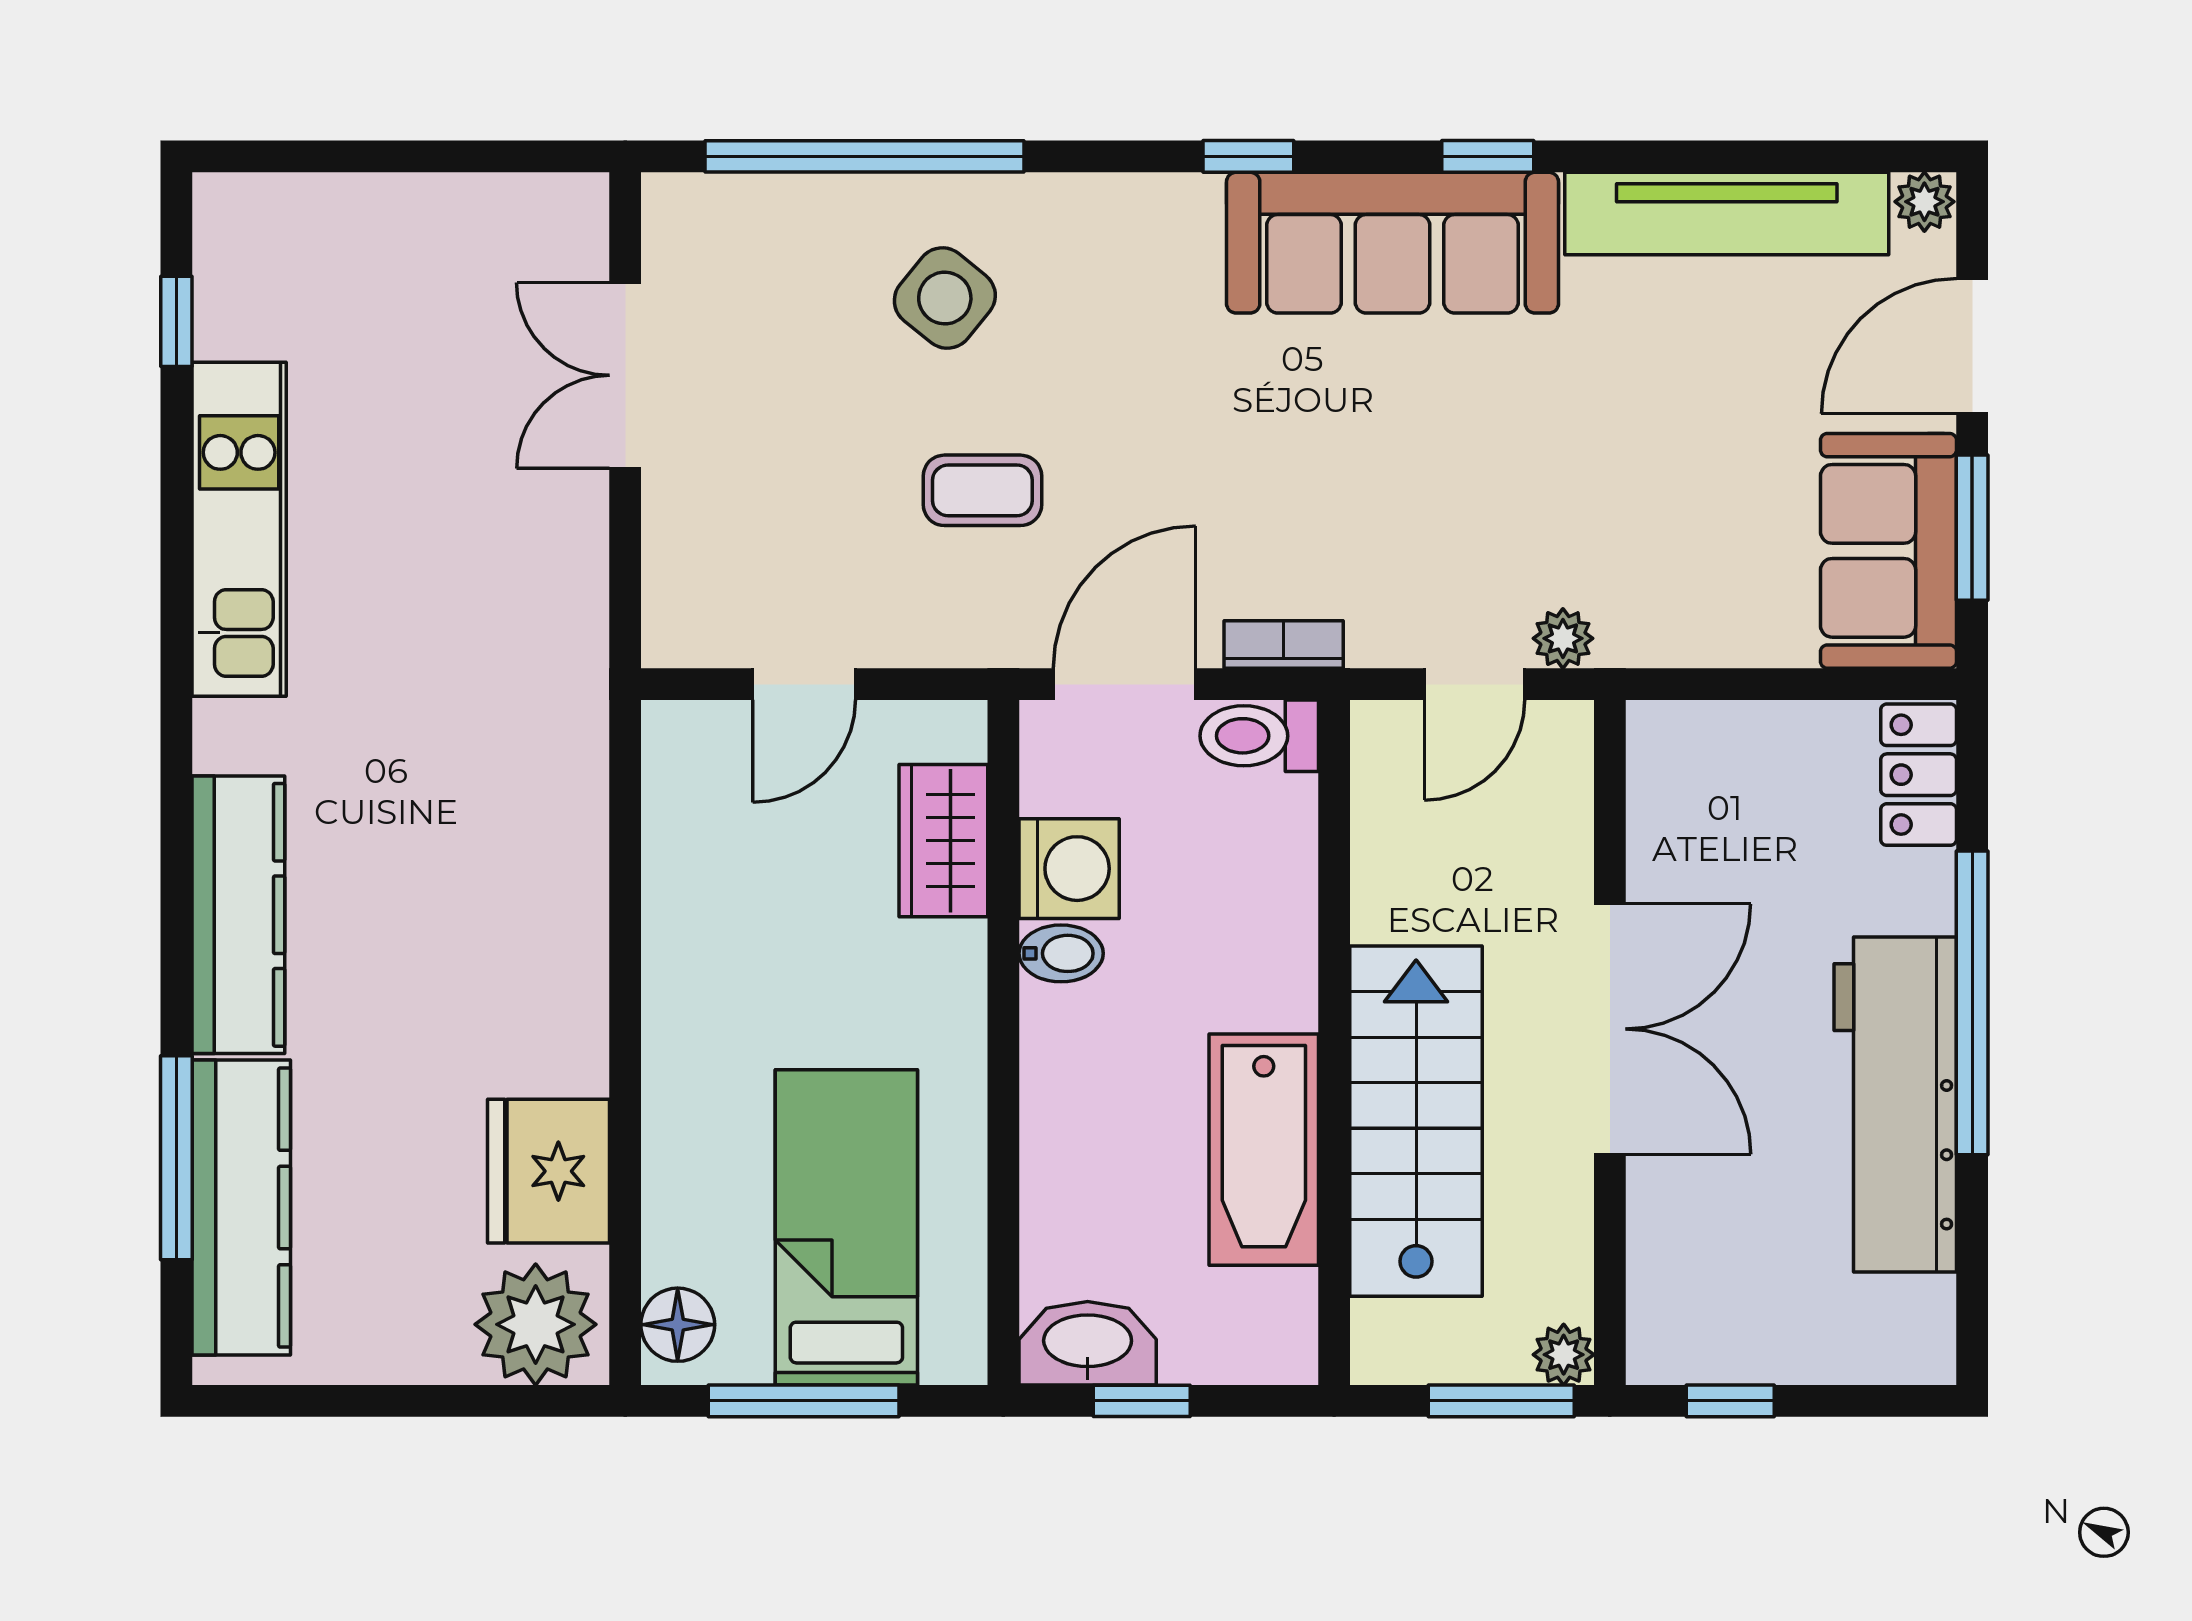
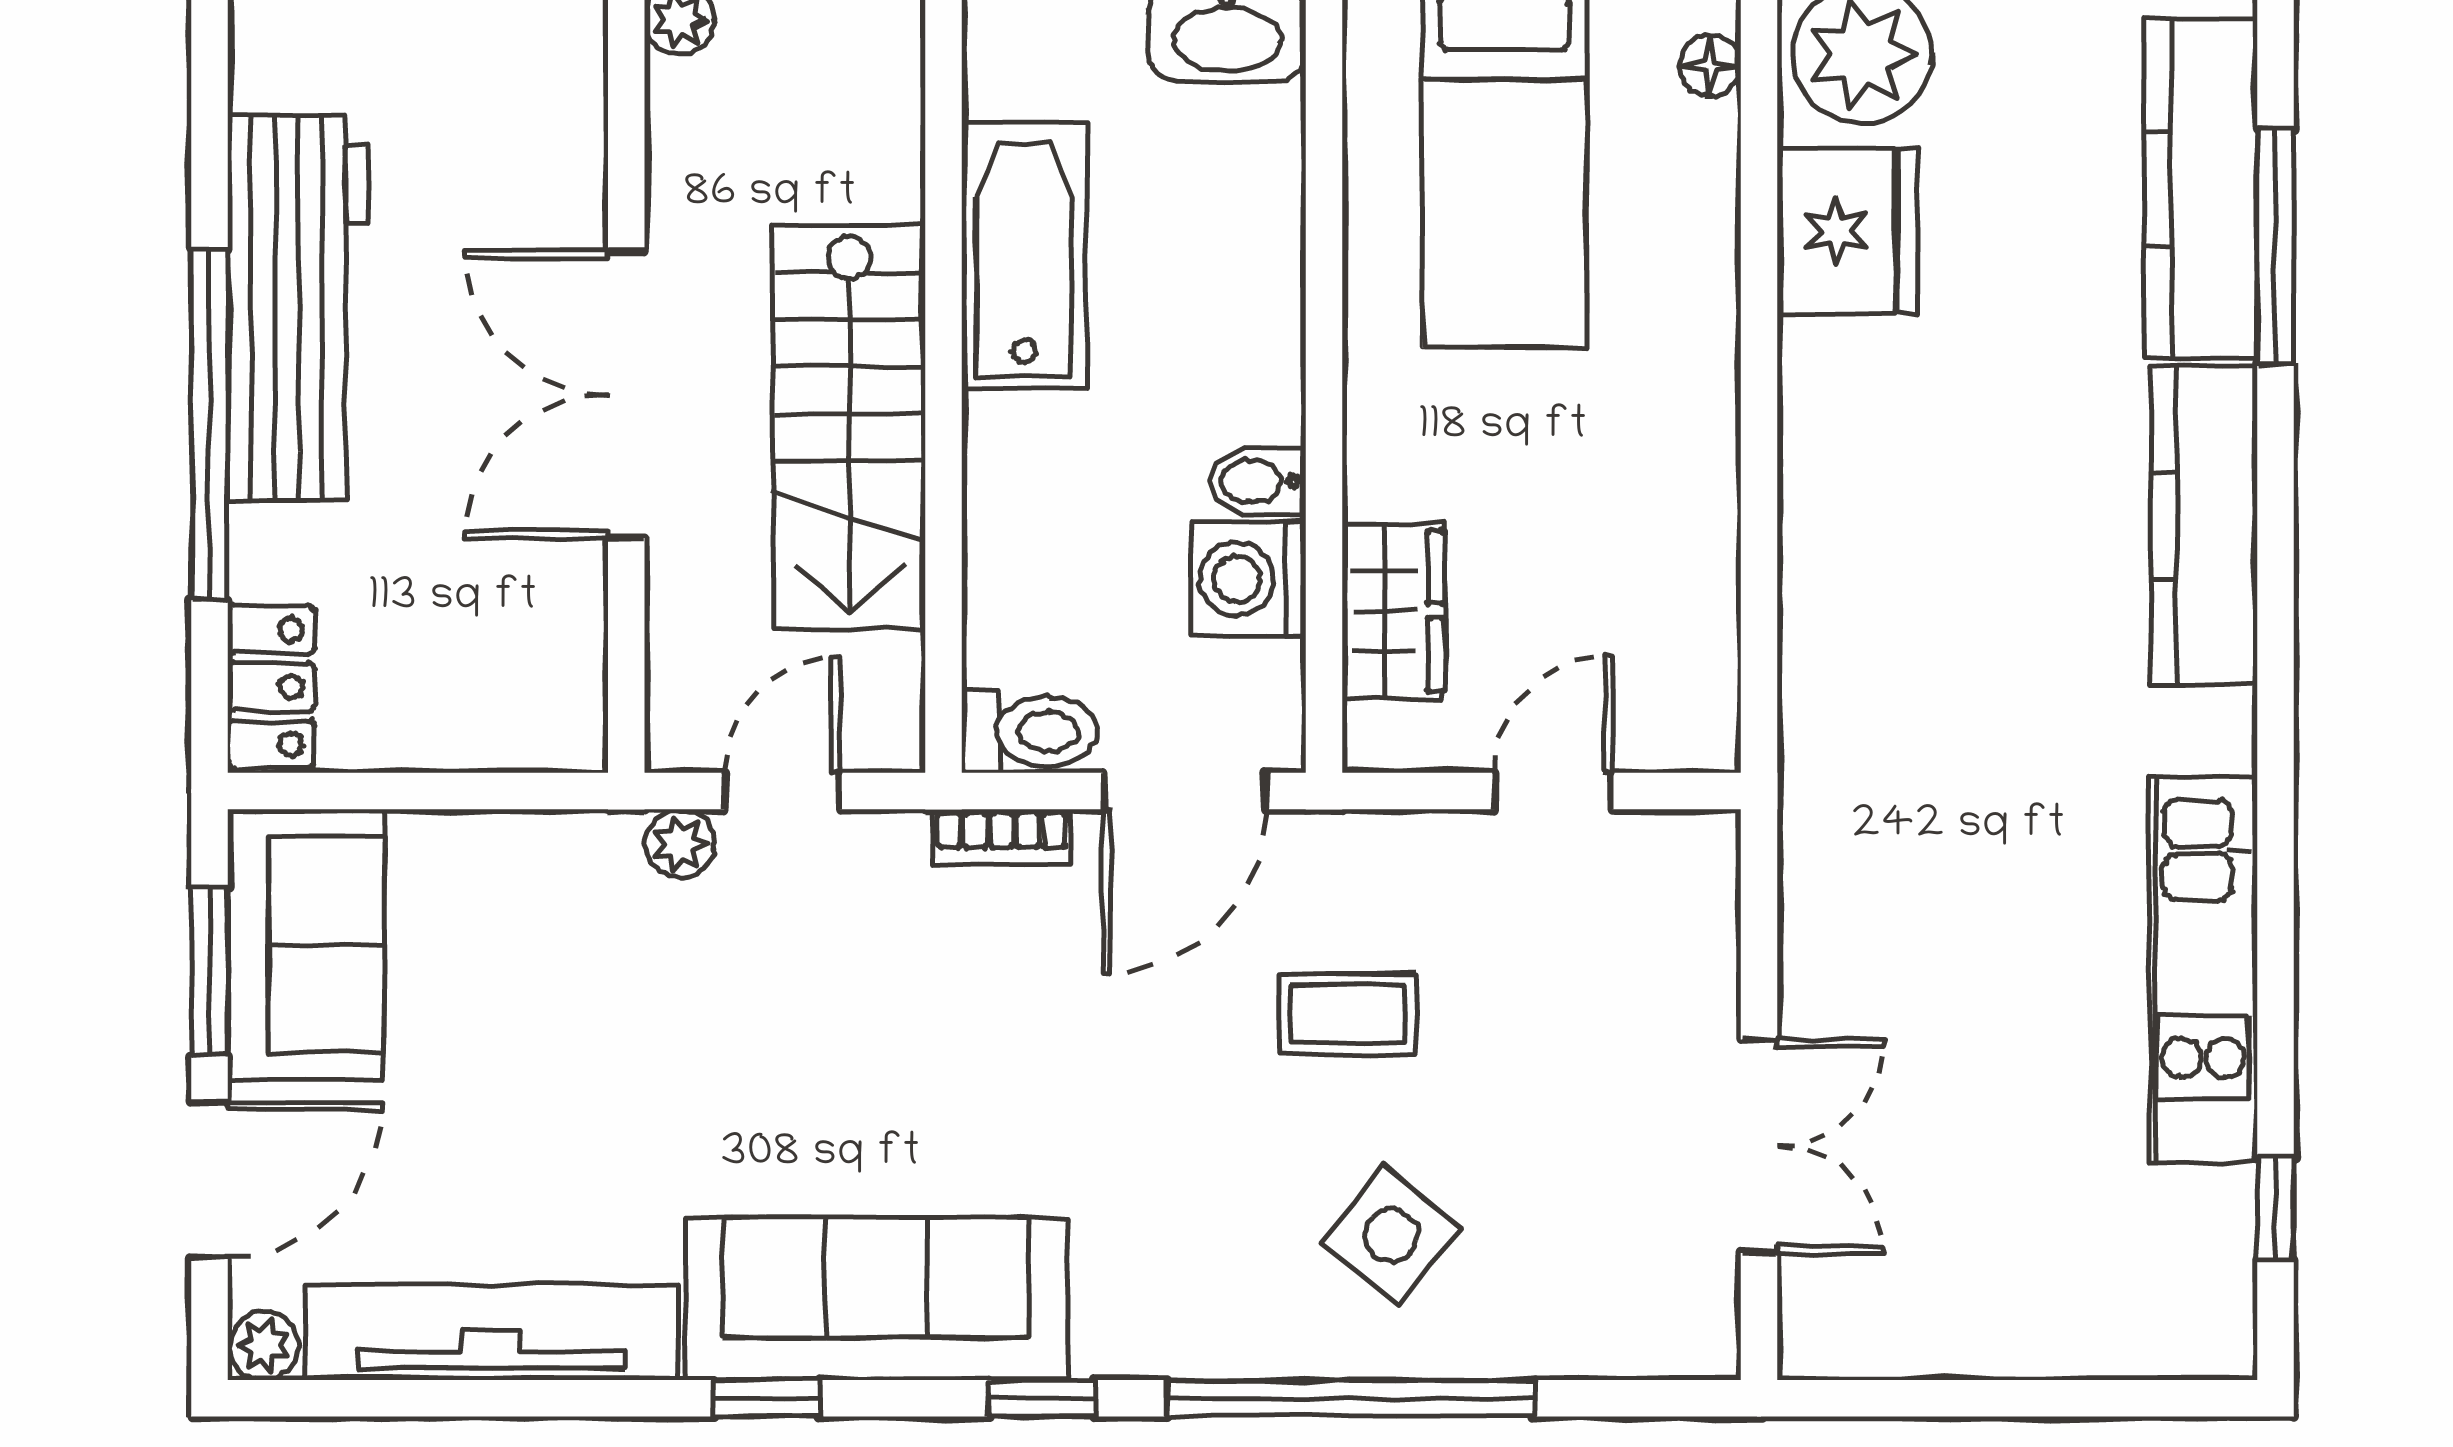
window: (865, 156) -> (1350, 1398), moved
stairs: (1416, 1121) -> (849, 427), moved
floor lamp: (678, 1325) -> (1710, 66), width x0.73, depth x0.73

